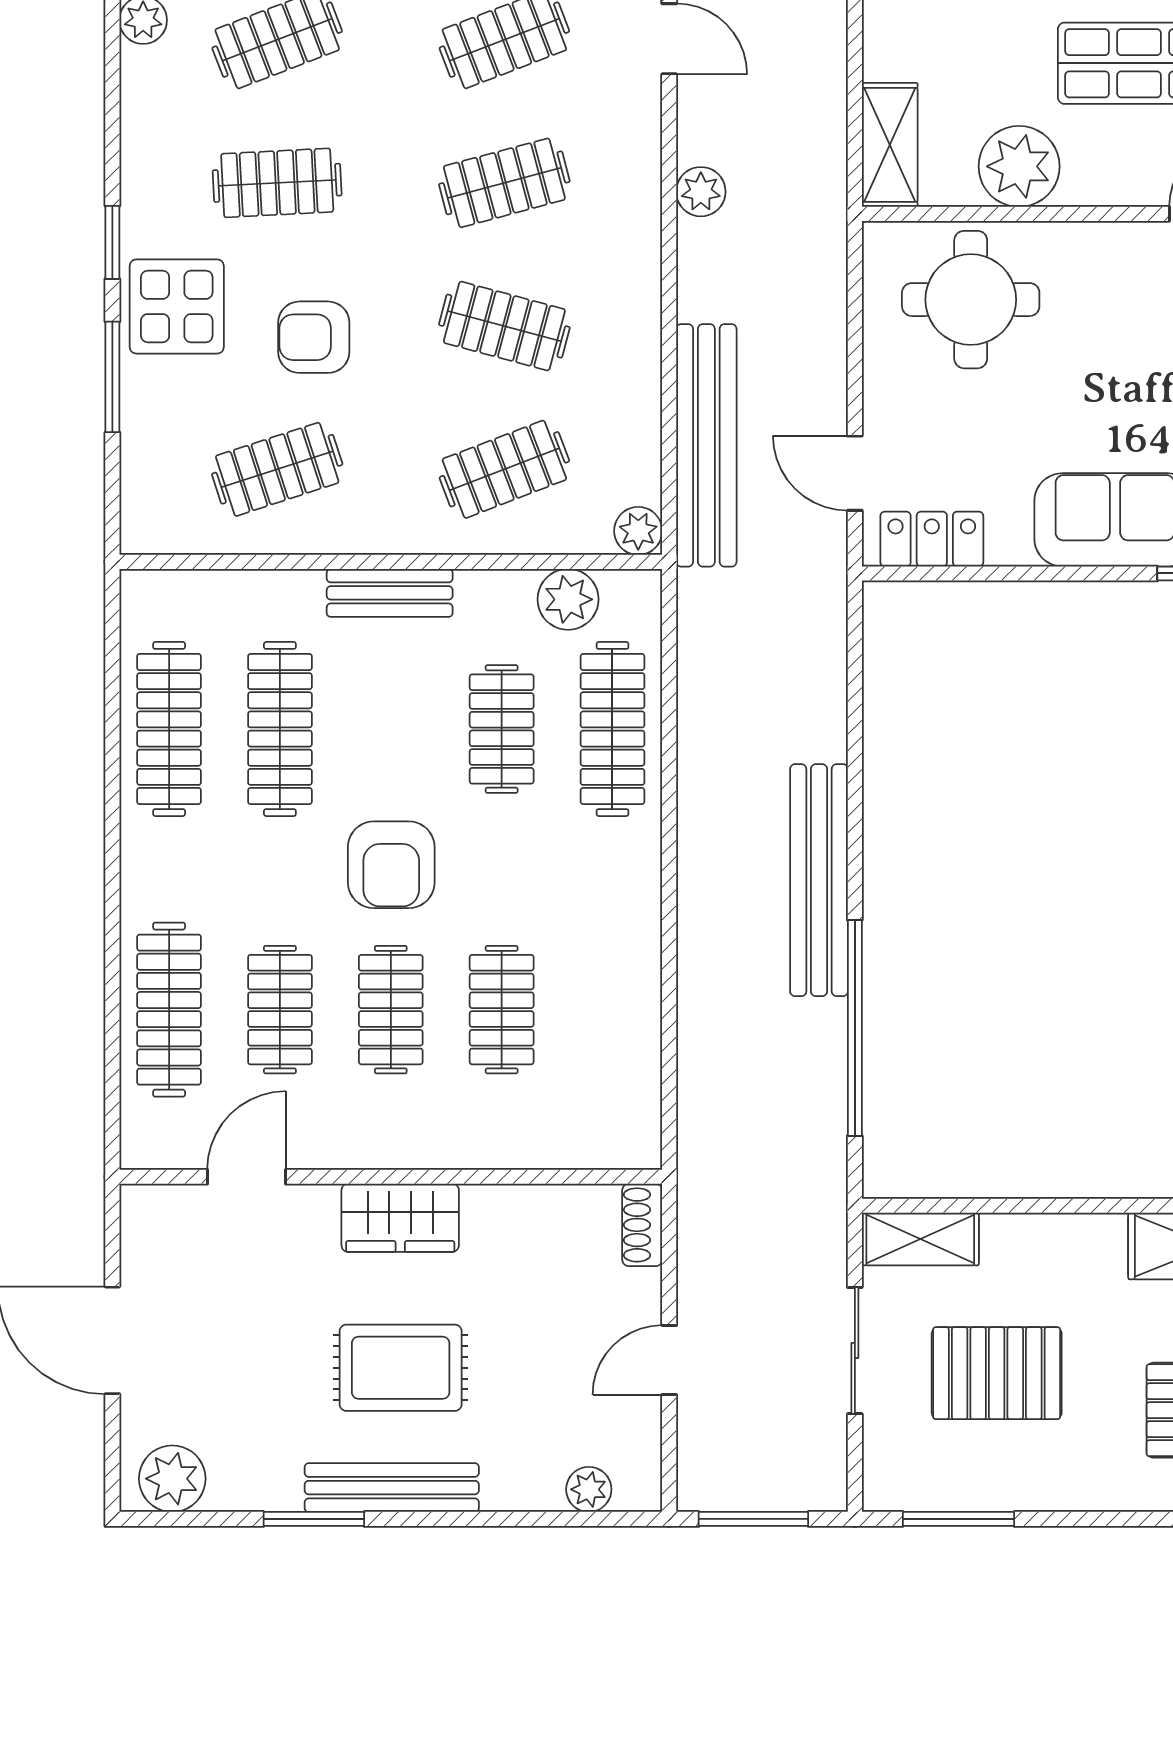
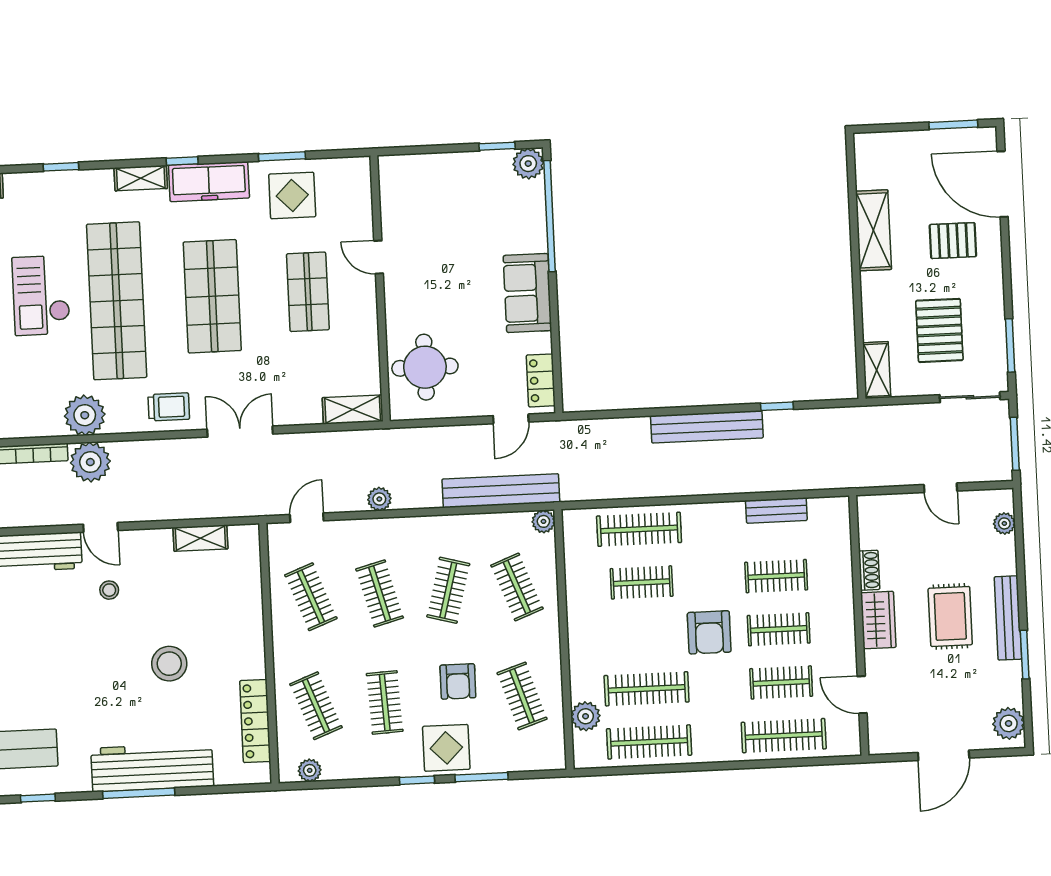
plant: (1019, 166) -> (360, 347), removed
bench: (390, 593) -> (776, 510), moved, turned 90
plant: (568, 599) -> (586, 716), moved
armchair: (391, 865) -> (709, 632), turned 90
window: (855, 1028) -> (777, 406), width x0.32
shoe rack: (642, 1225) -> (869, 570), moved, turned -90
sliding door: (855, 1351) -> (970, 397), moved

